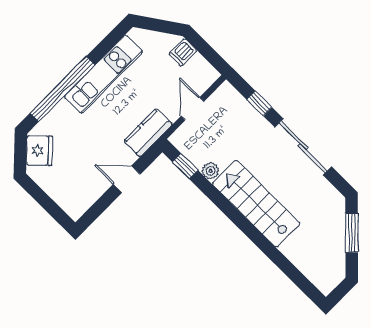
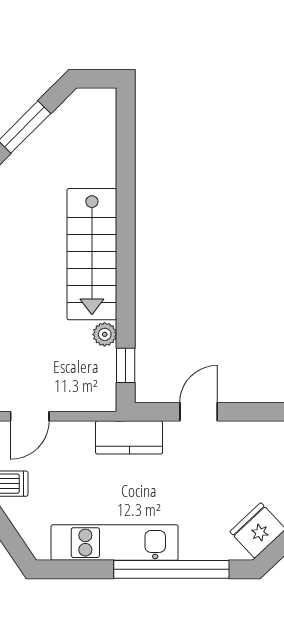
door: (192, 109) -> (30, 416), moved
door: (127, 179) -> (199, 412), swing flipped

